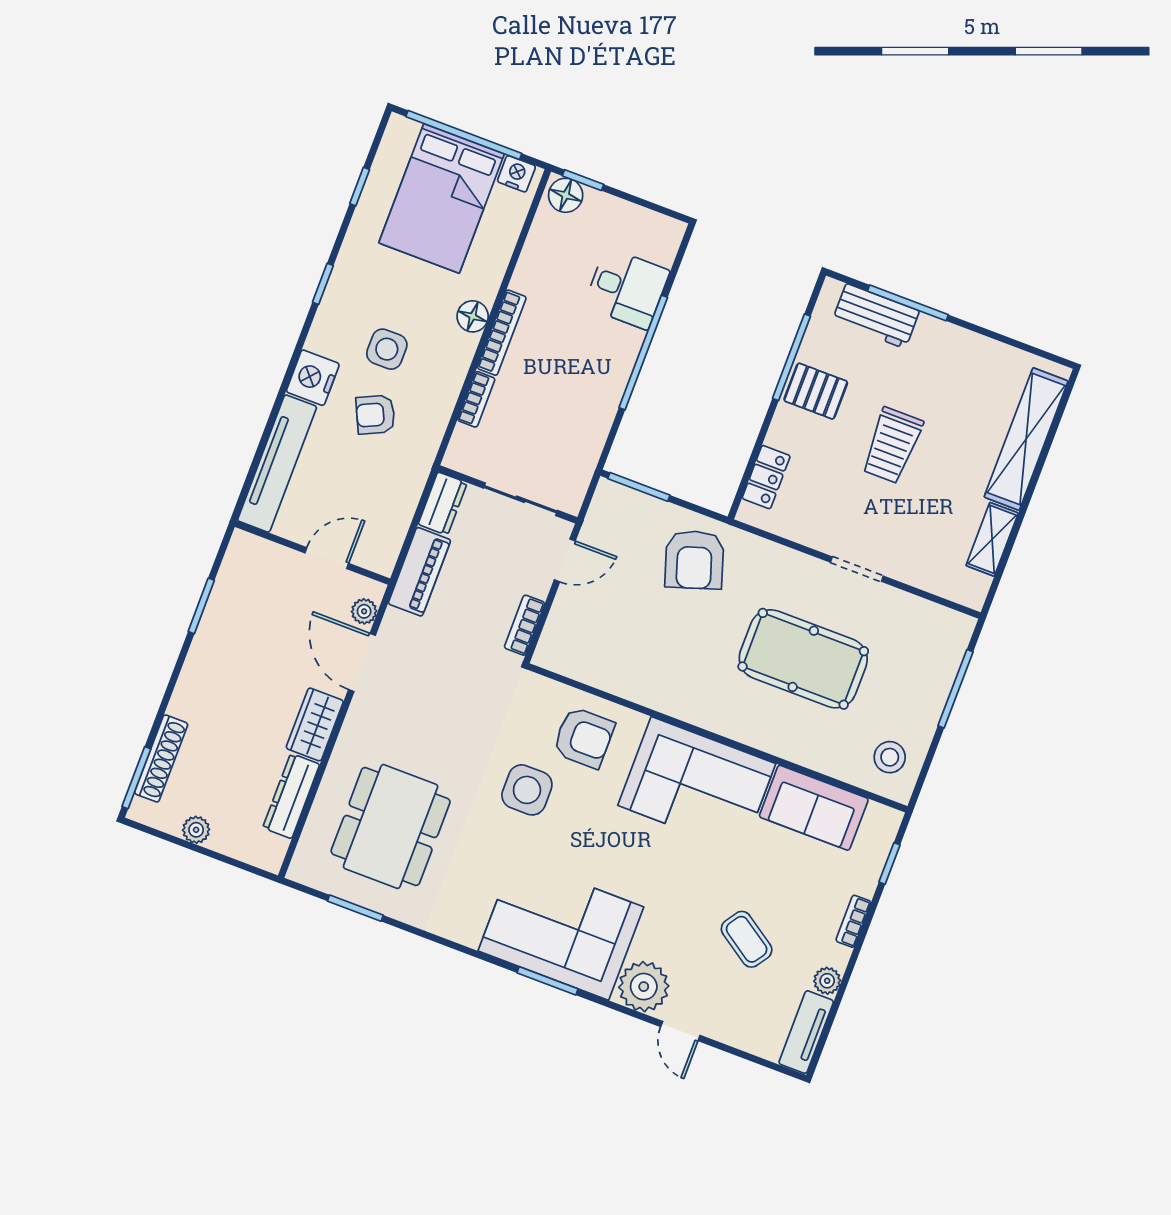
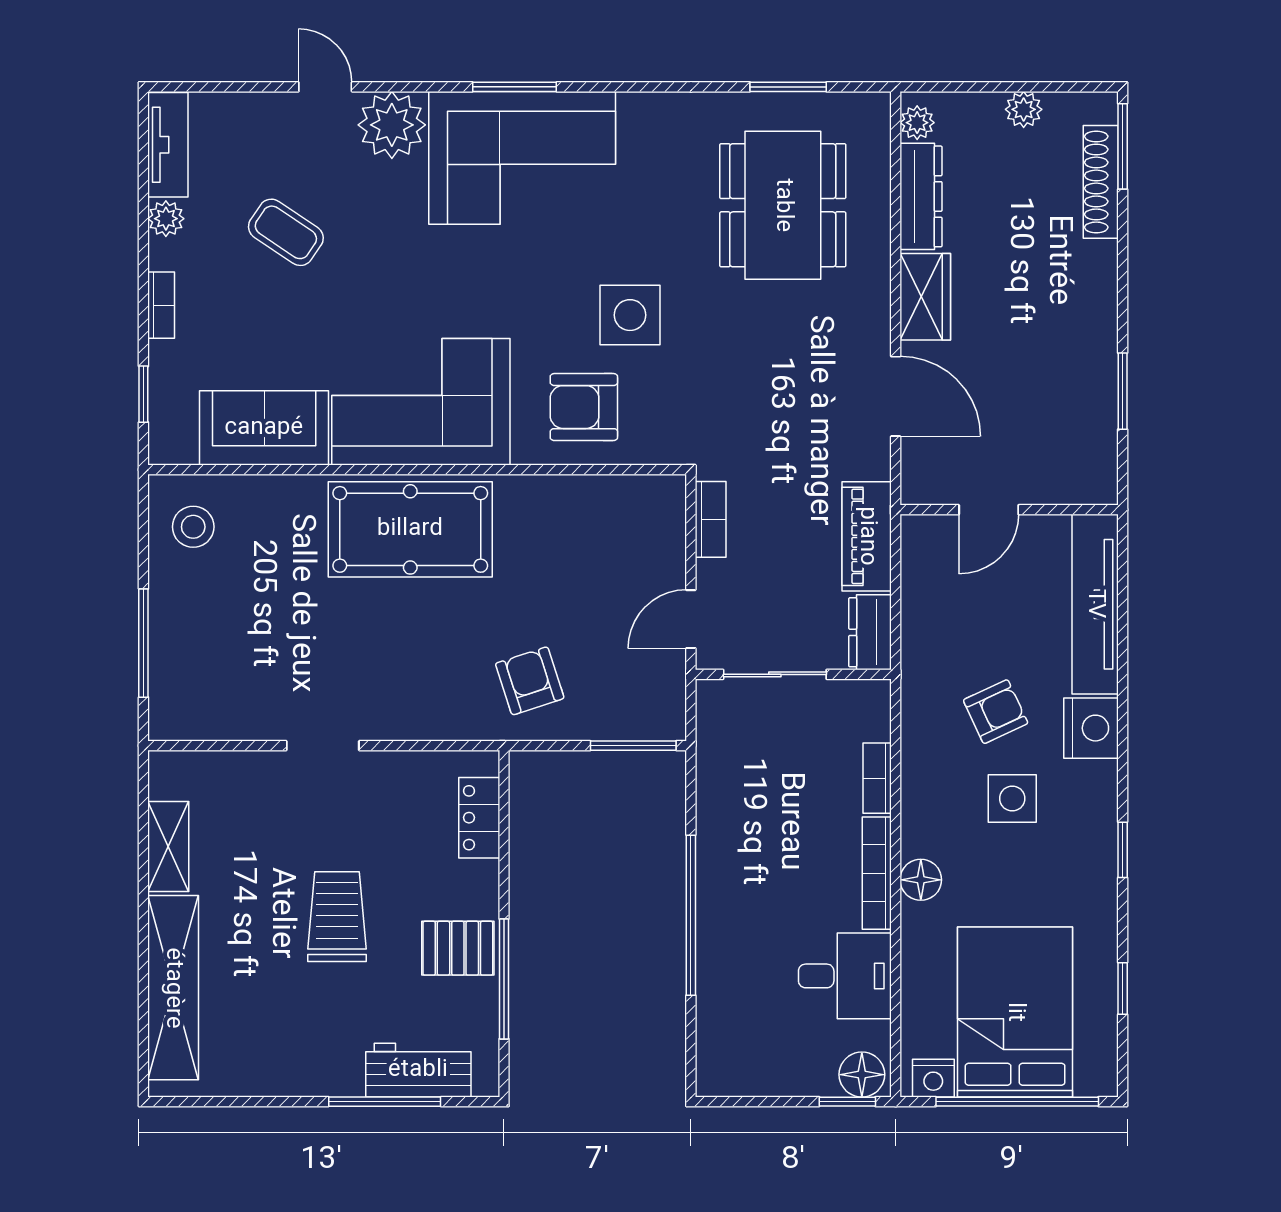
desk: (627, 289) -> (845, 976), moved, turned 180
armchair: (694, 560) -> (530, 681), width x0.72, depth x0.72
plant: (364, 611) -> (917, 123), moved
pool table: (803, 659) -> (410, 529), moved

